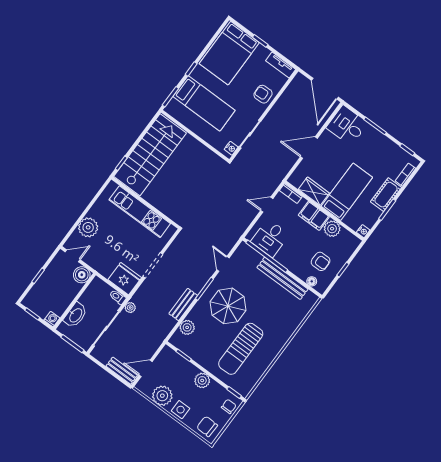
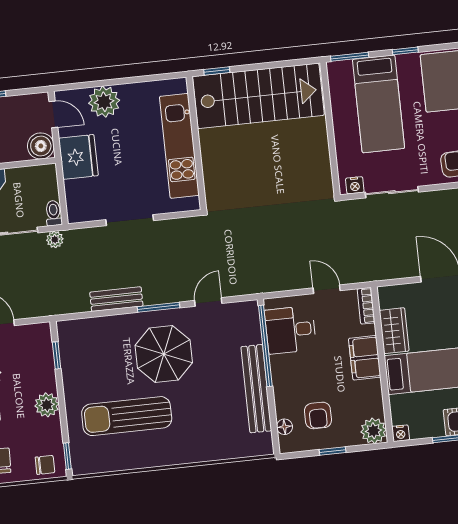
plant: (332, 229) -> (374, 431), moved
fridge: (125, 279) -> (78, 157), moved
plant: (187, 327) -> (93, 329), removed

